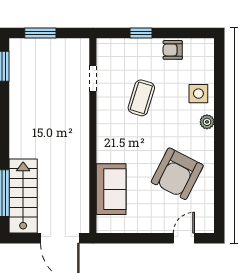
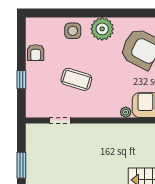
plant: (207, 122) -> (102, 29), width x1.88, depth x1.88
plant: (103, 156) -> (126, 112), added

